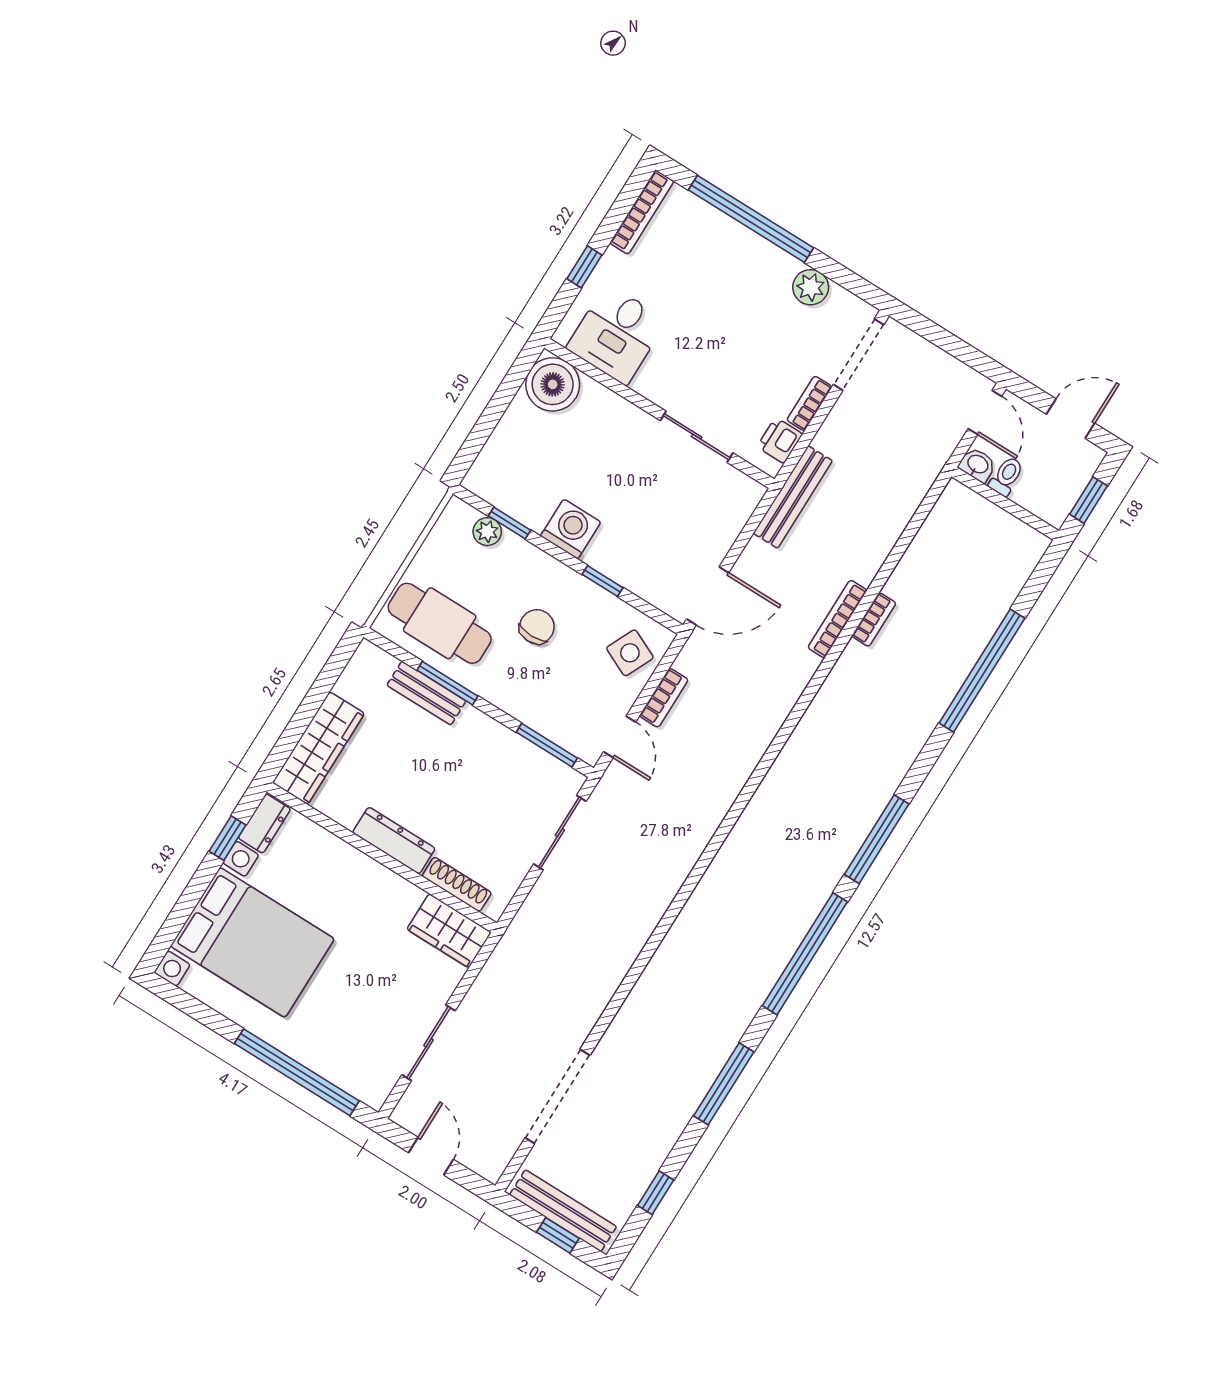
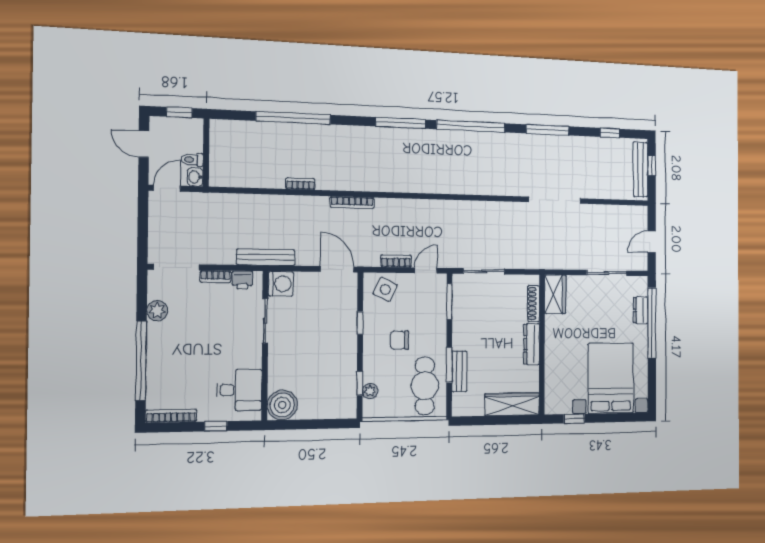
washing machine: (571, 529) -> (281, 284), moved, turned 180
bookcase: (838, 619) -> (352, 202), moved
dresser: (264, 823) -> (641, 310), moved, turned -90
doorway: (557, 1096) -> (555, 200), moved

